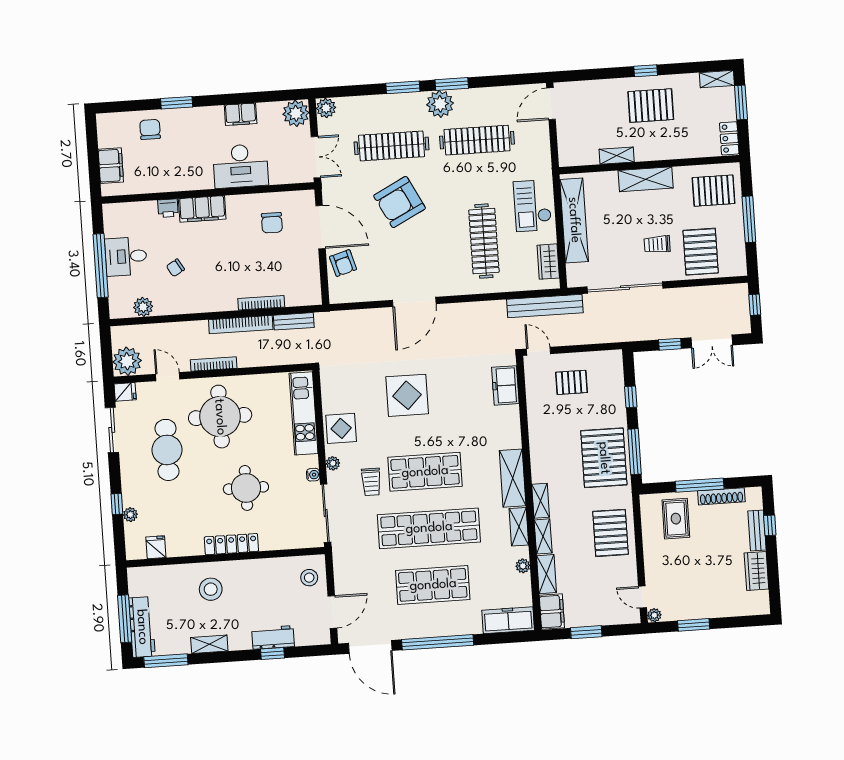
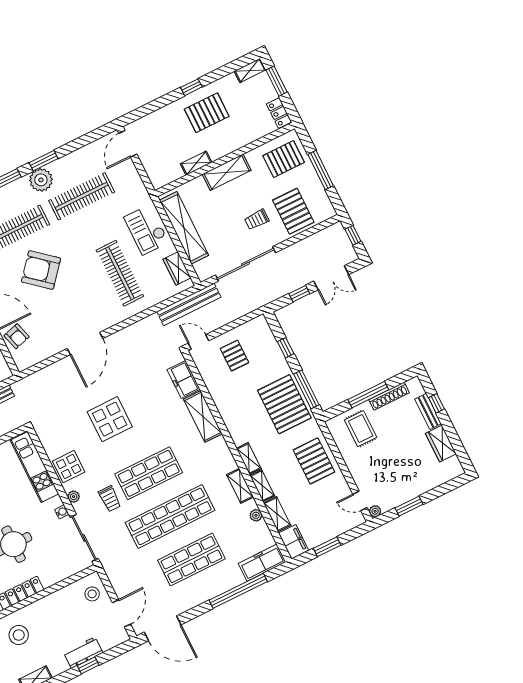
armchair: (400, 202) -> (41, 270), turned 67
pallet: (572, 382) -> (234, 356), turned 90
shelving: (513, 478) -> (203, 416), moved
window: (438, 642) -> (238, 591), moved

